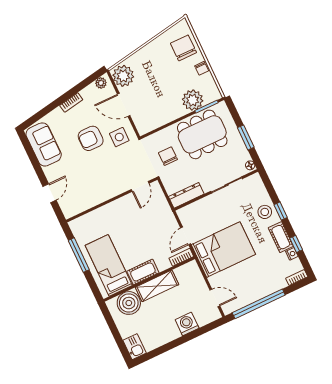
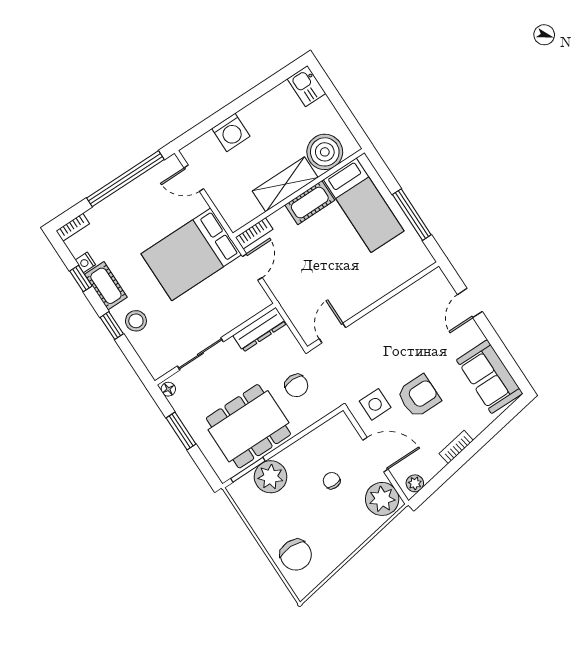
chair: (202, 68) -> (332, 481), moved

